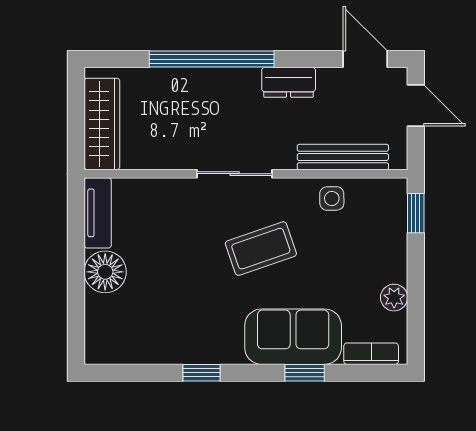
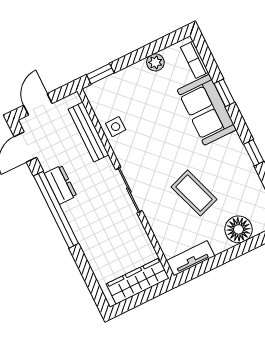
window: (212, 59) -> (56, 210), moved
coffee table: (261, 249) -> (194, 193), moved
floor lamp: (105, 272) -> (238, 229), moved

